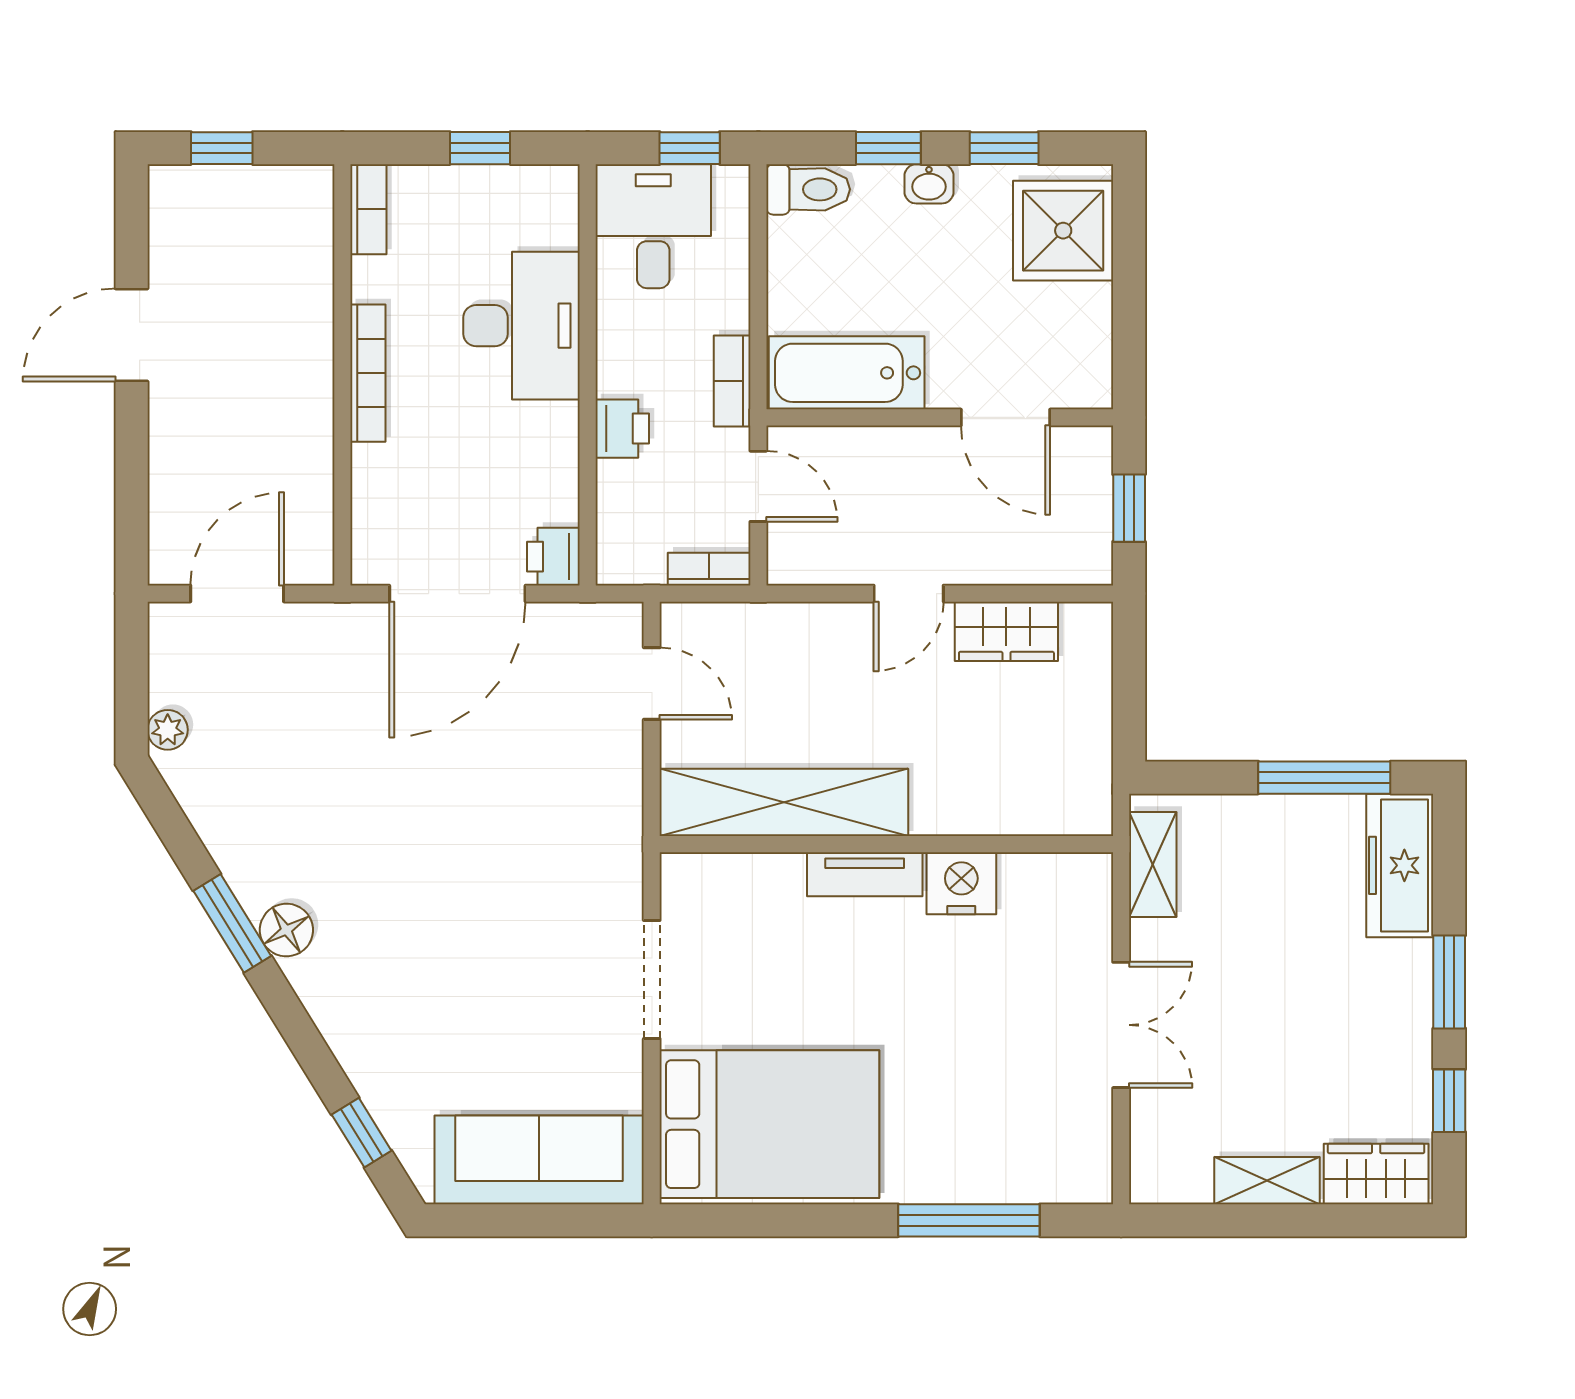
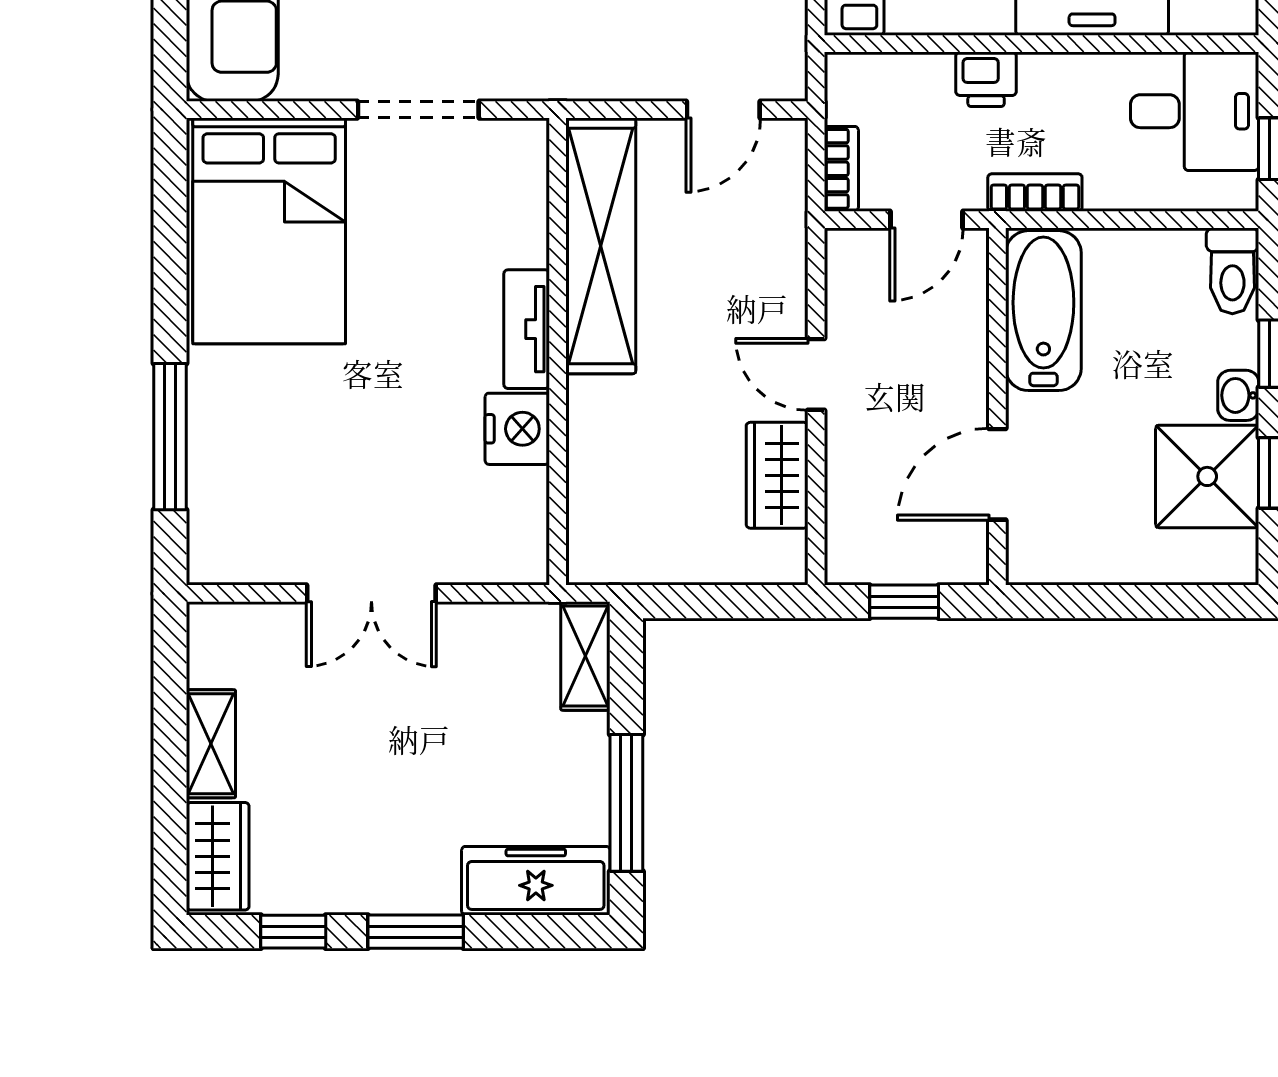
shower: (1063, 231) -> (1207, 476), moved
shelving: (1153, 864) -> (585, 656), moved, turned 90

